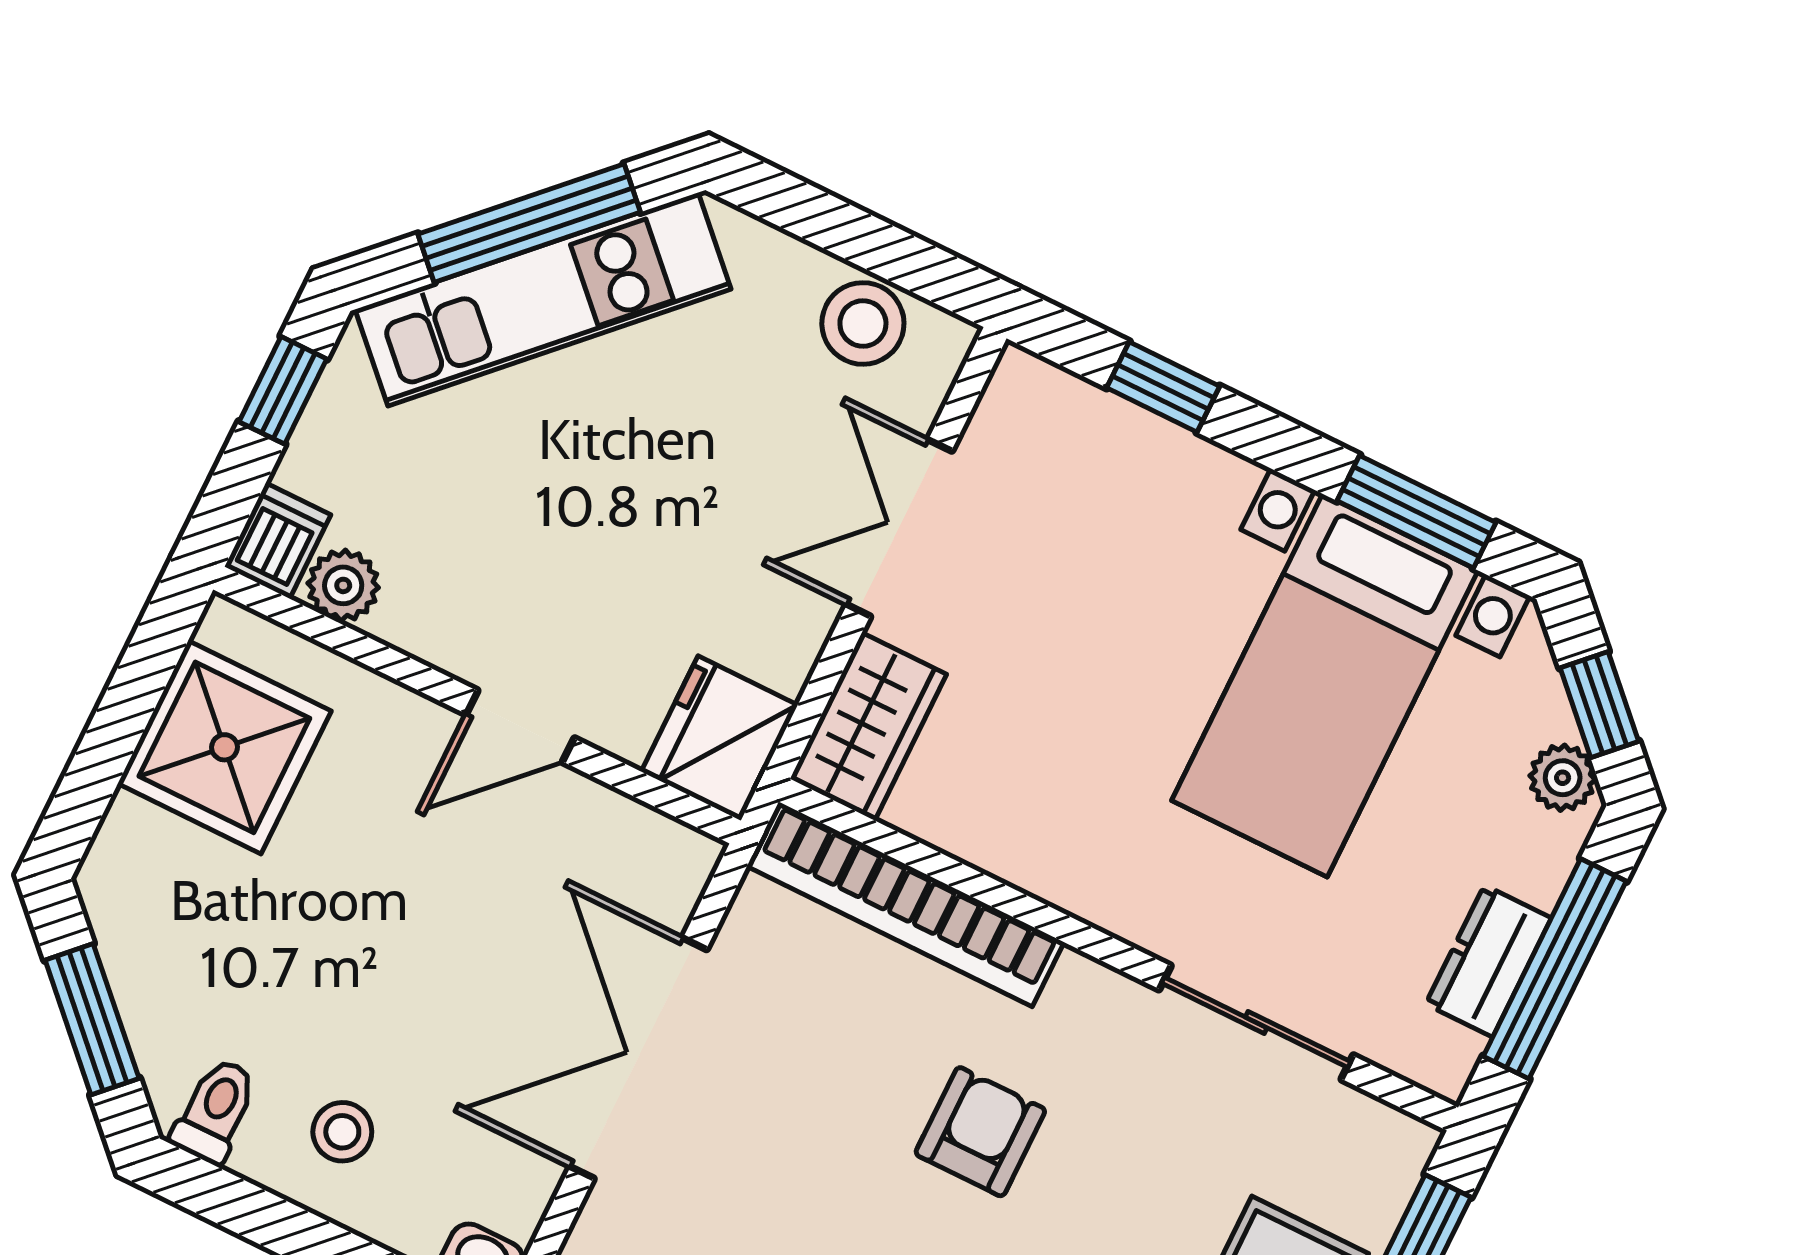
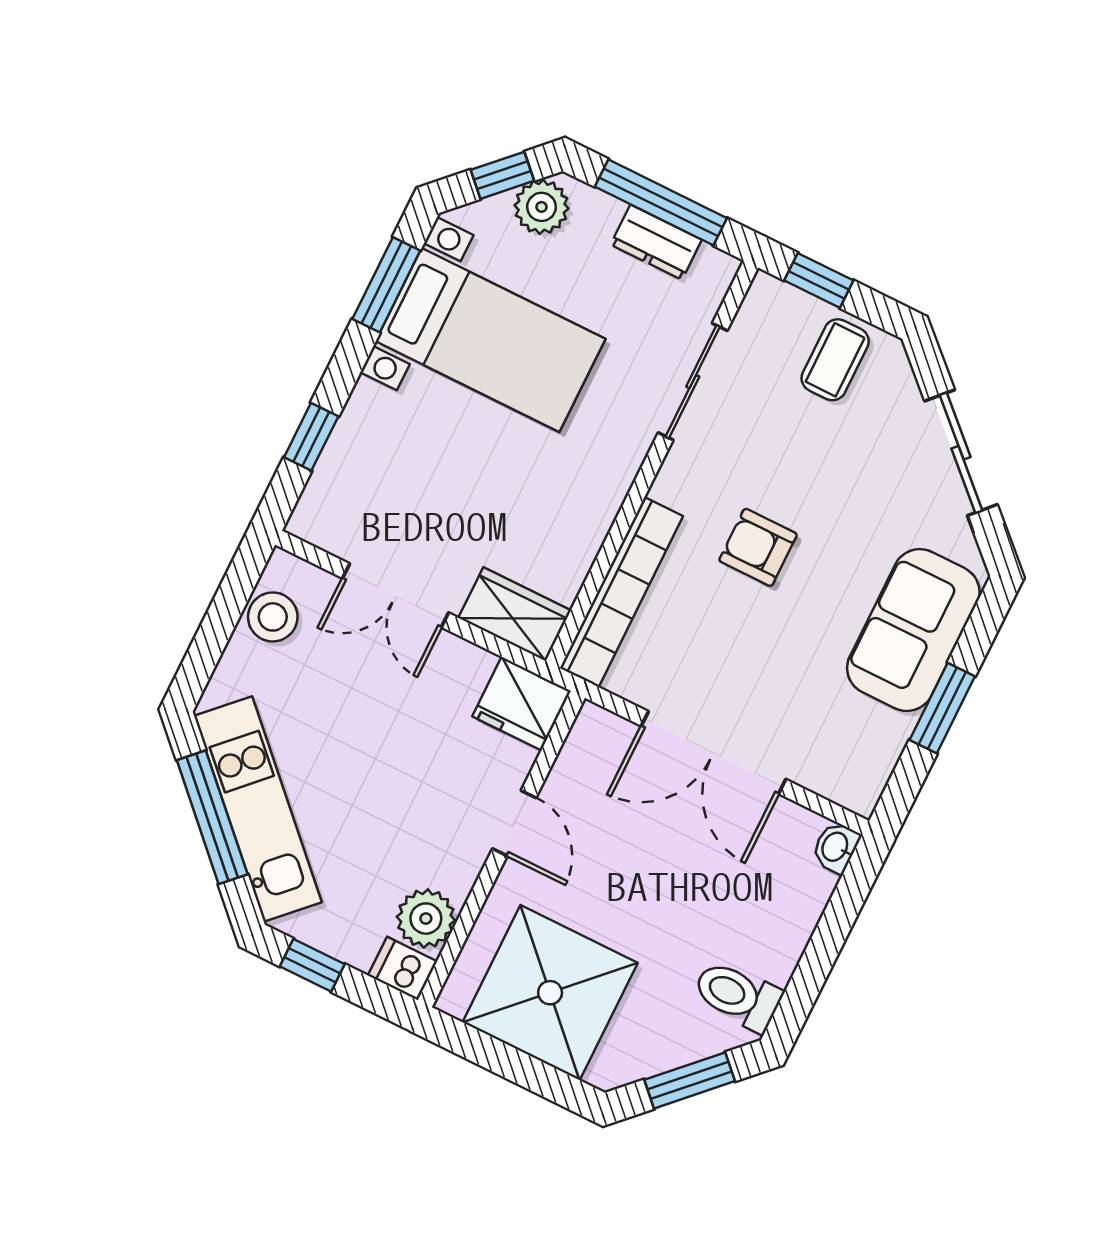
plant: (343, 585) -> (426, 919), width x1.38, depth x1.38
shower: (224, 747) -> (550, 993), width x1.37, depth x1.37
plant: (1563, 778) -> (542, 207), width x1.38, depth x1.38
toilet: (215, 1111) -> (737, 996), width x1.37, depth x1.39
stool: (342, 1132) -> (757, 930), removed

